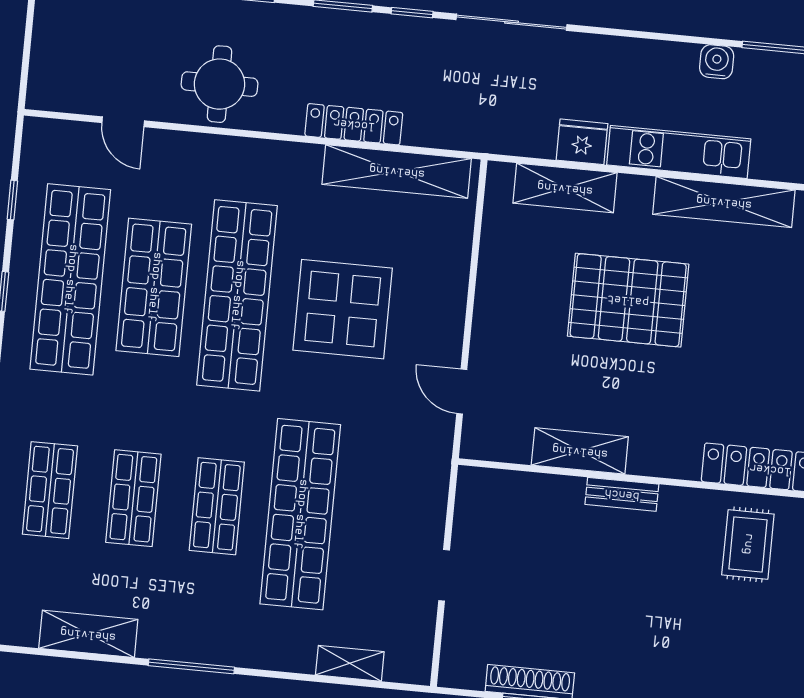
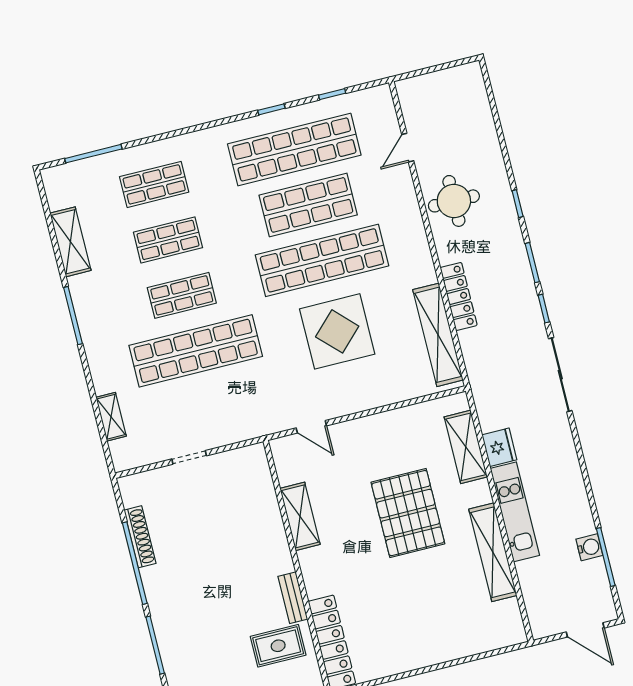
water cooler: (717, 62) -> (589, 547), moved
door: (462, 392) -> (311, 427), swing flipped
bench: (622, 494) -> (293, 598), moved

